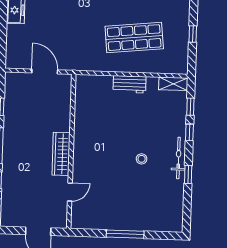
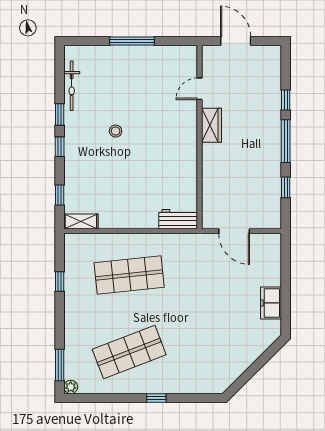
workbench: (130, 84) -> (178, 219), moved
window: (189, 132) -> (60, 147), moved
wardrobe: (61, 154) -> (211, 125), width x0.67
bicycle: (178, 158) -> (72, 86), moved

